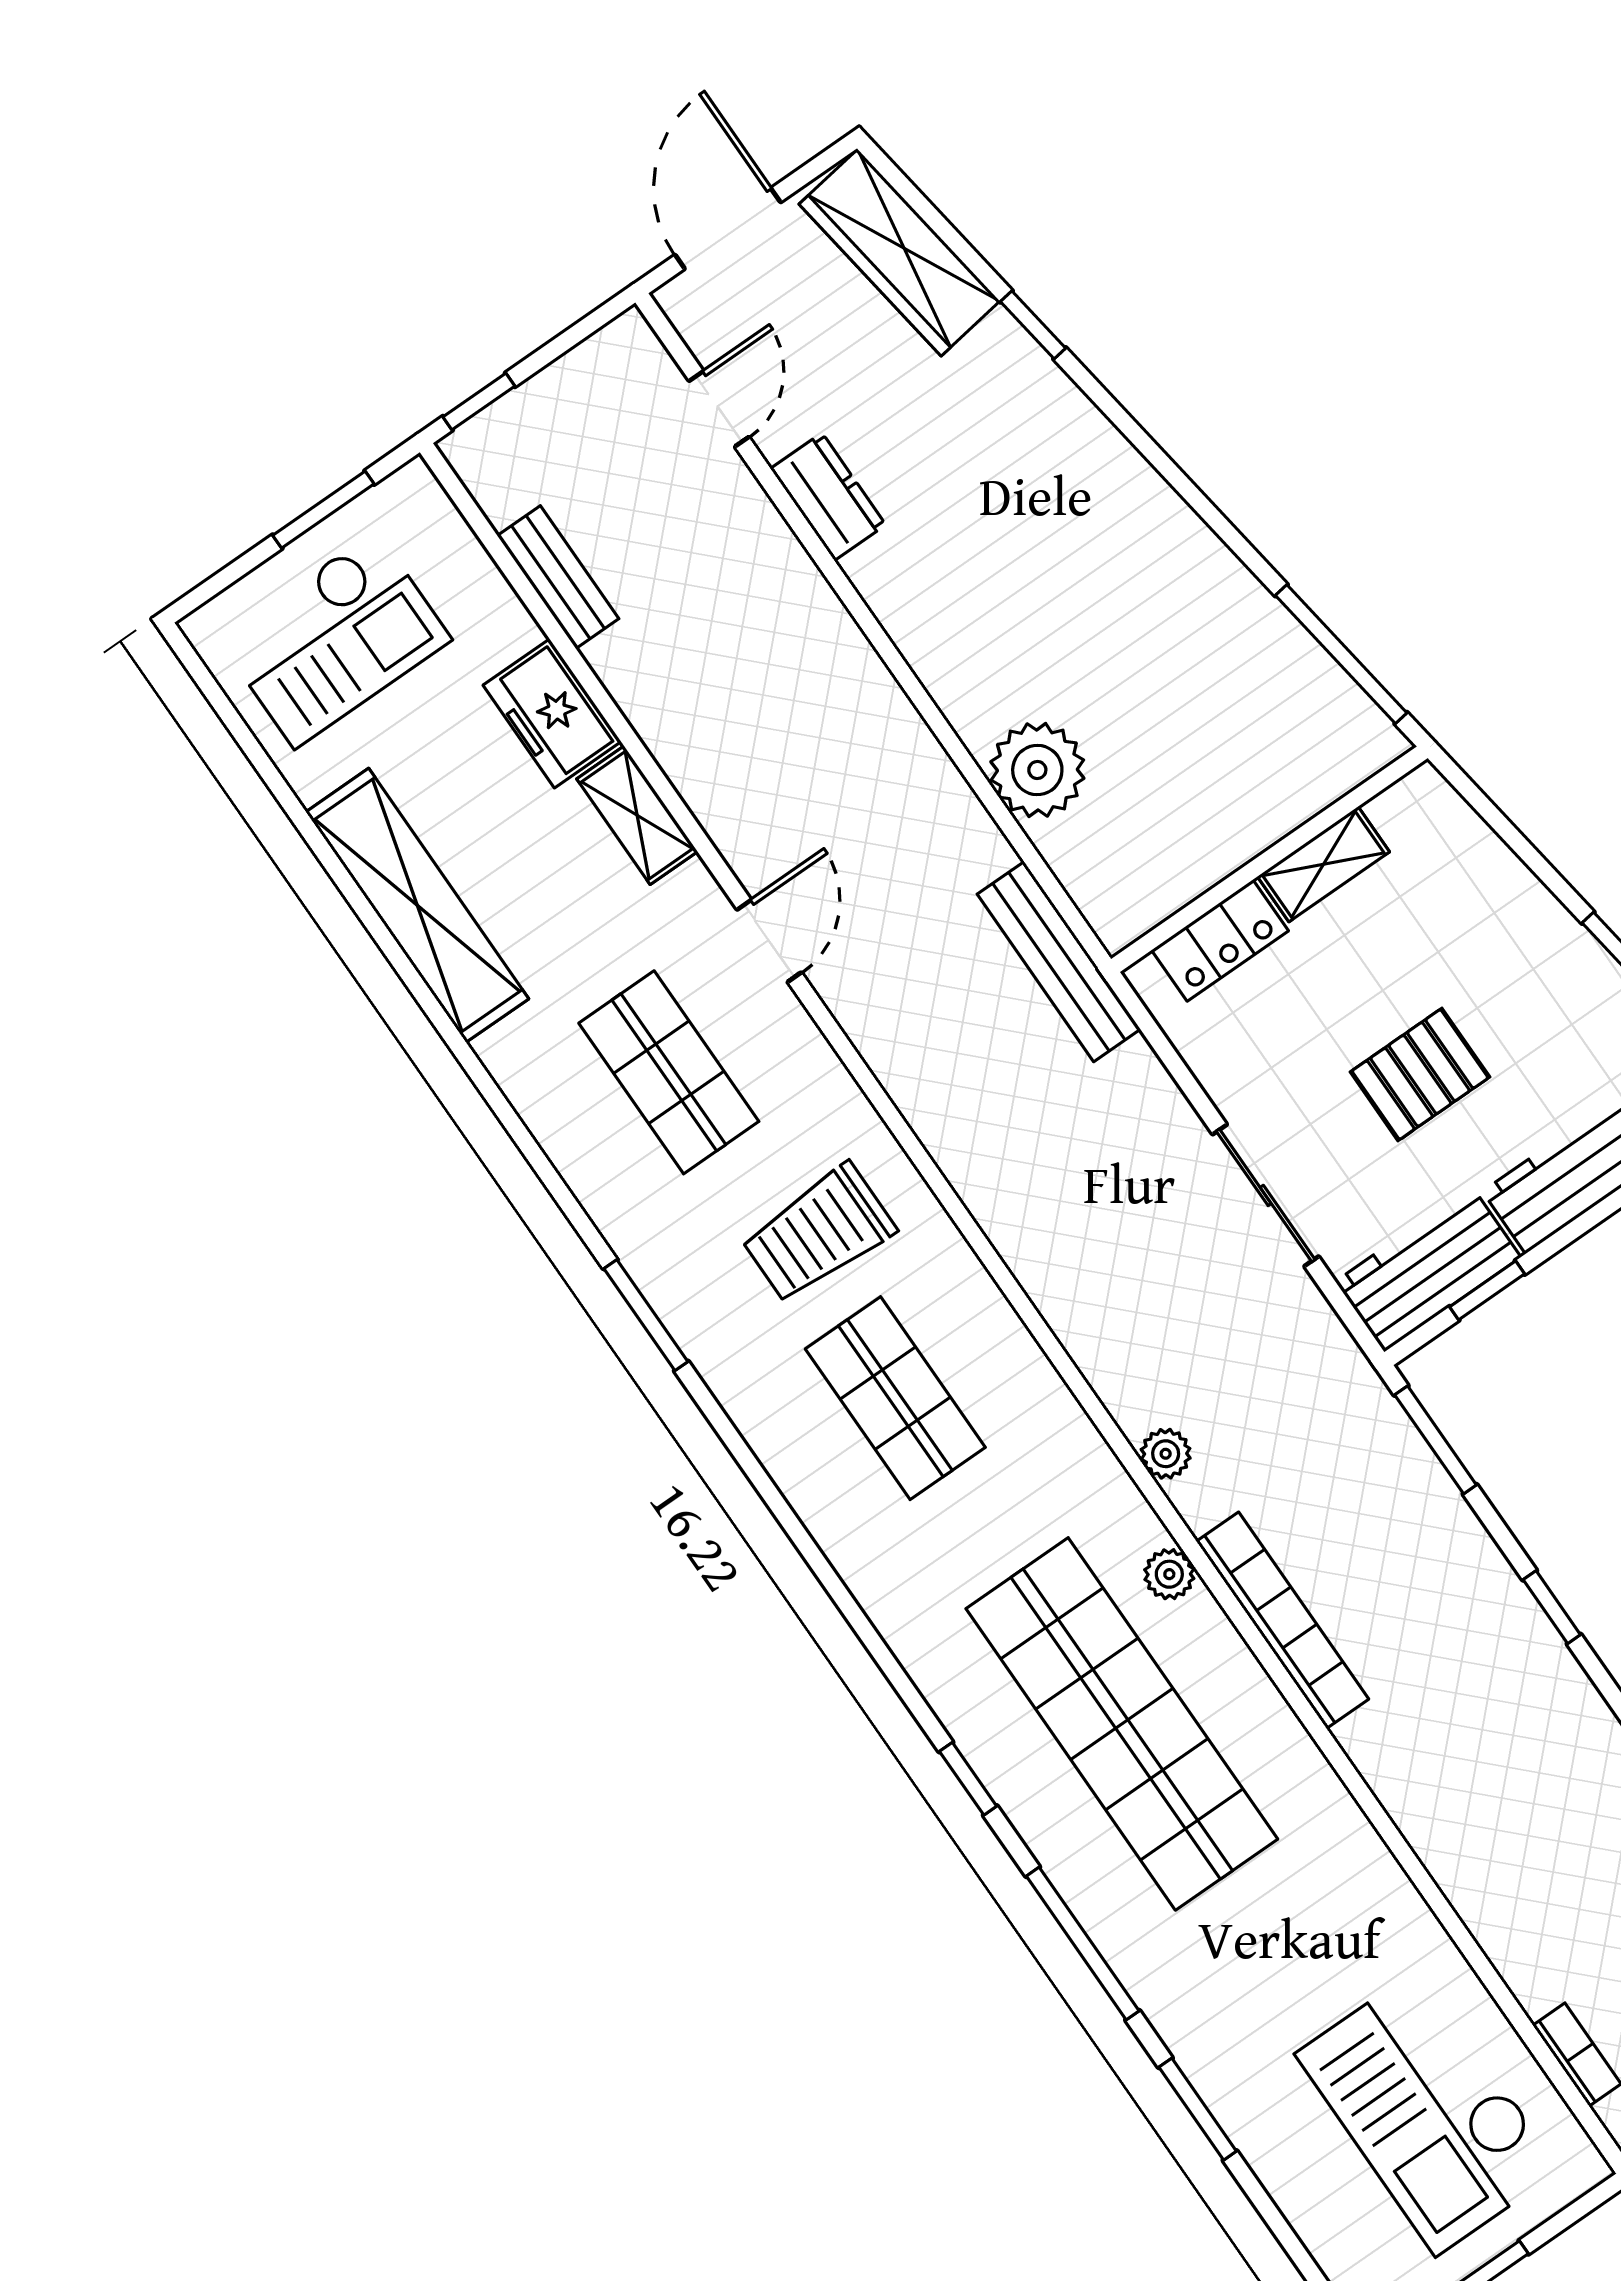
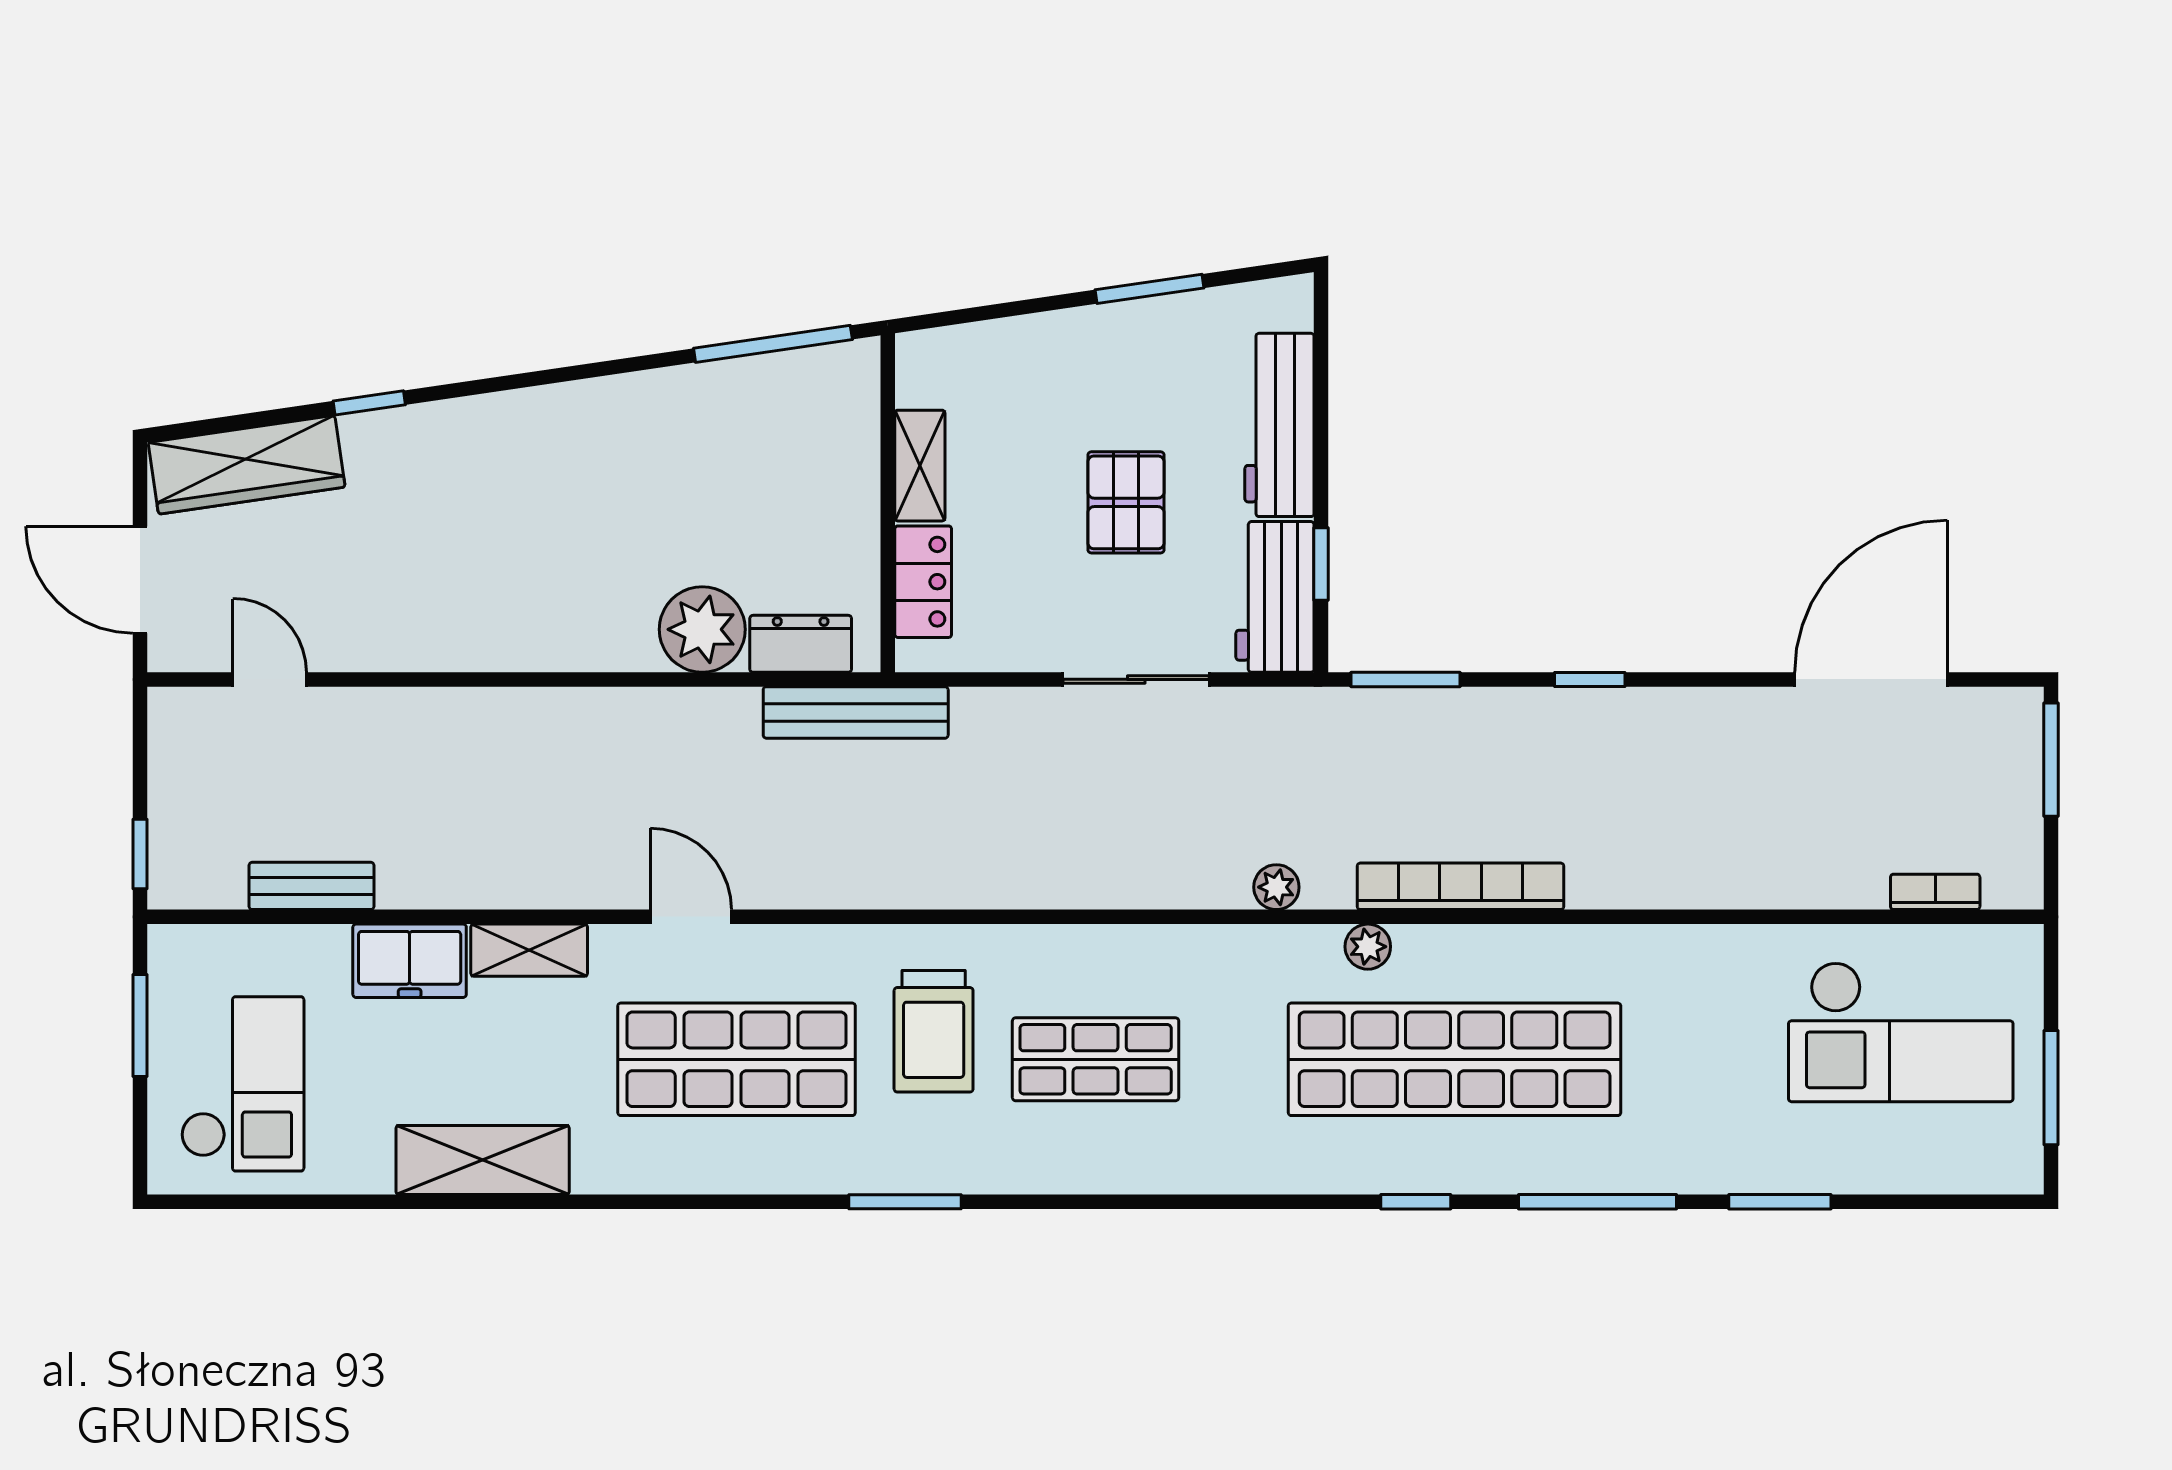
dresser: (828, 497) -> (801, 644), moved
shelving: (417, 905) -> (483, 1160), width x0.68
shop shelf: (669, 1072) -> (737, 1059), width x1.43, depth x1.36

